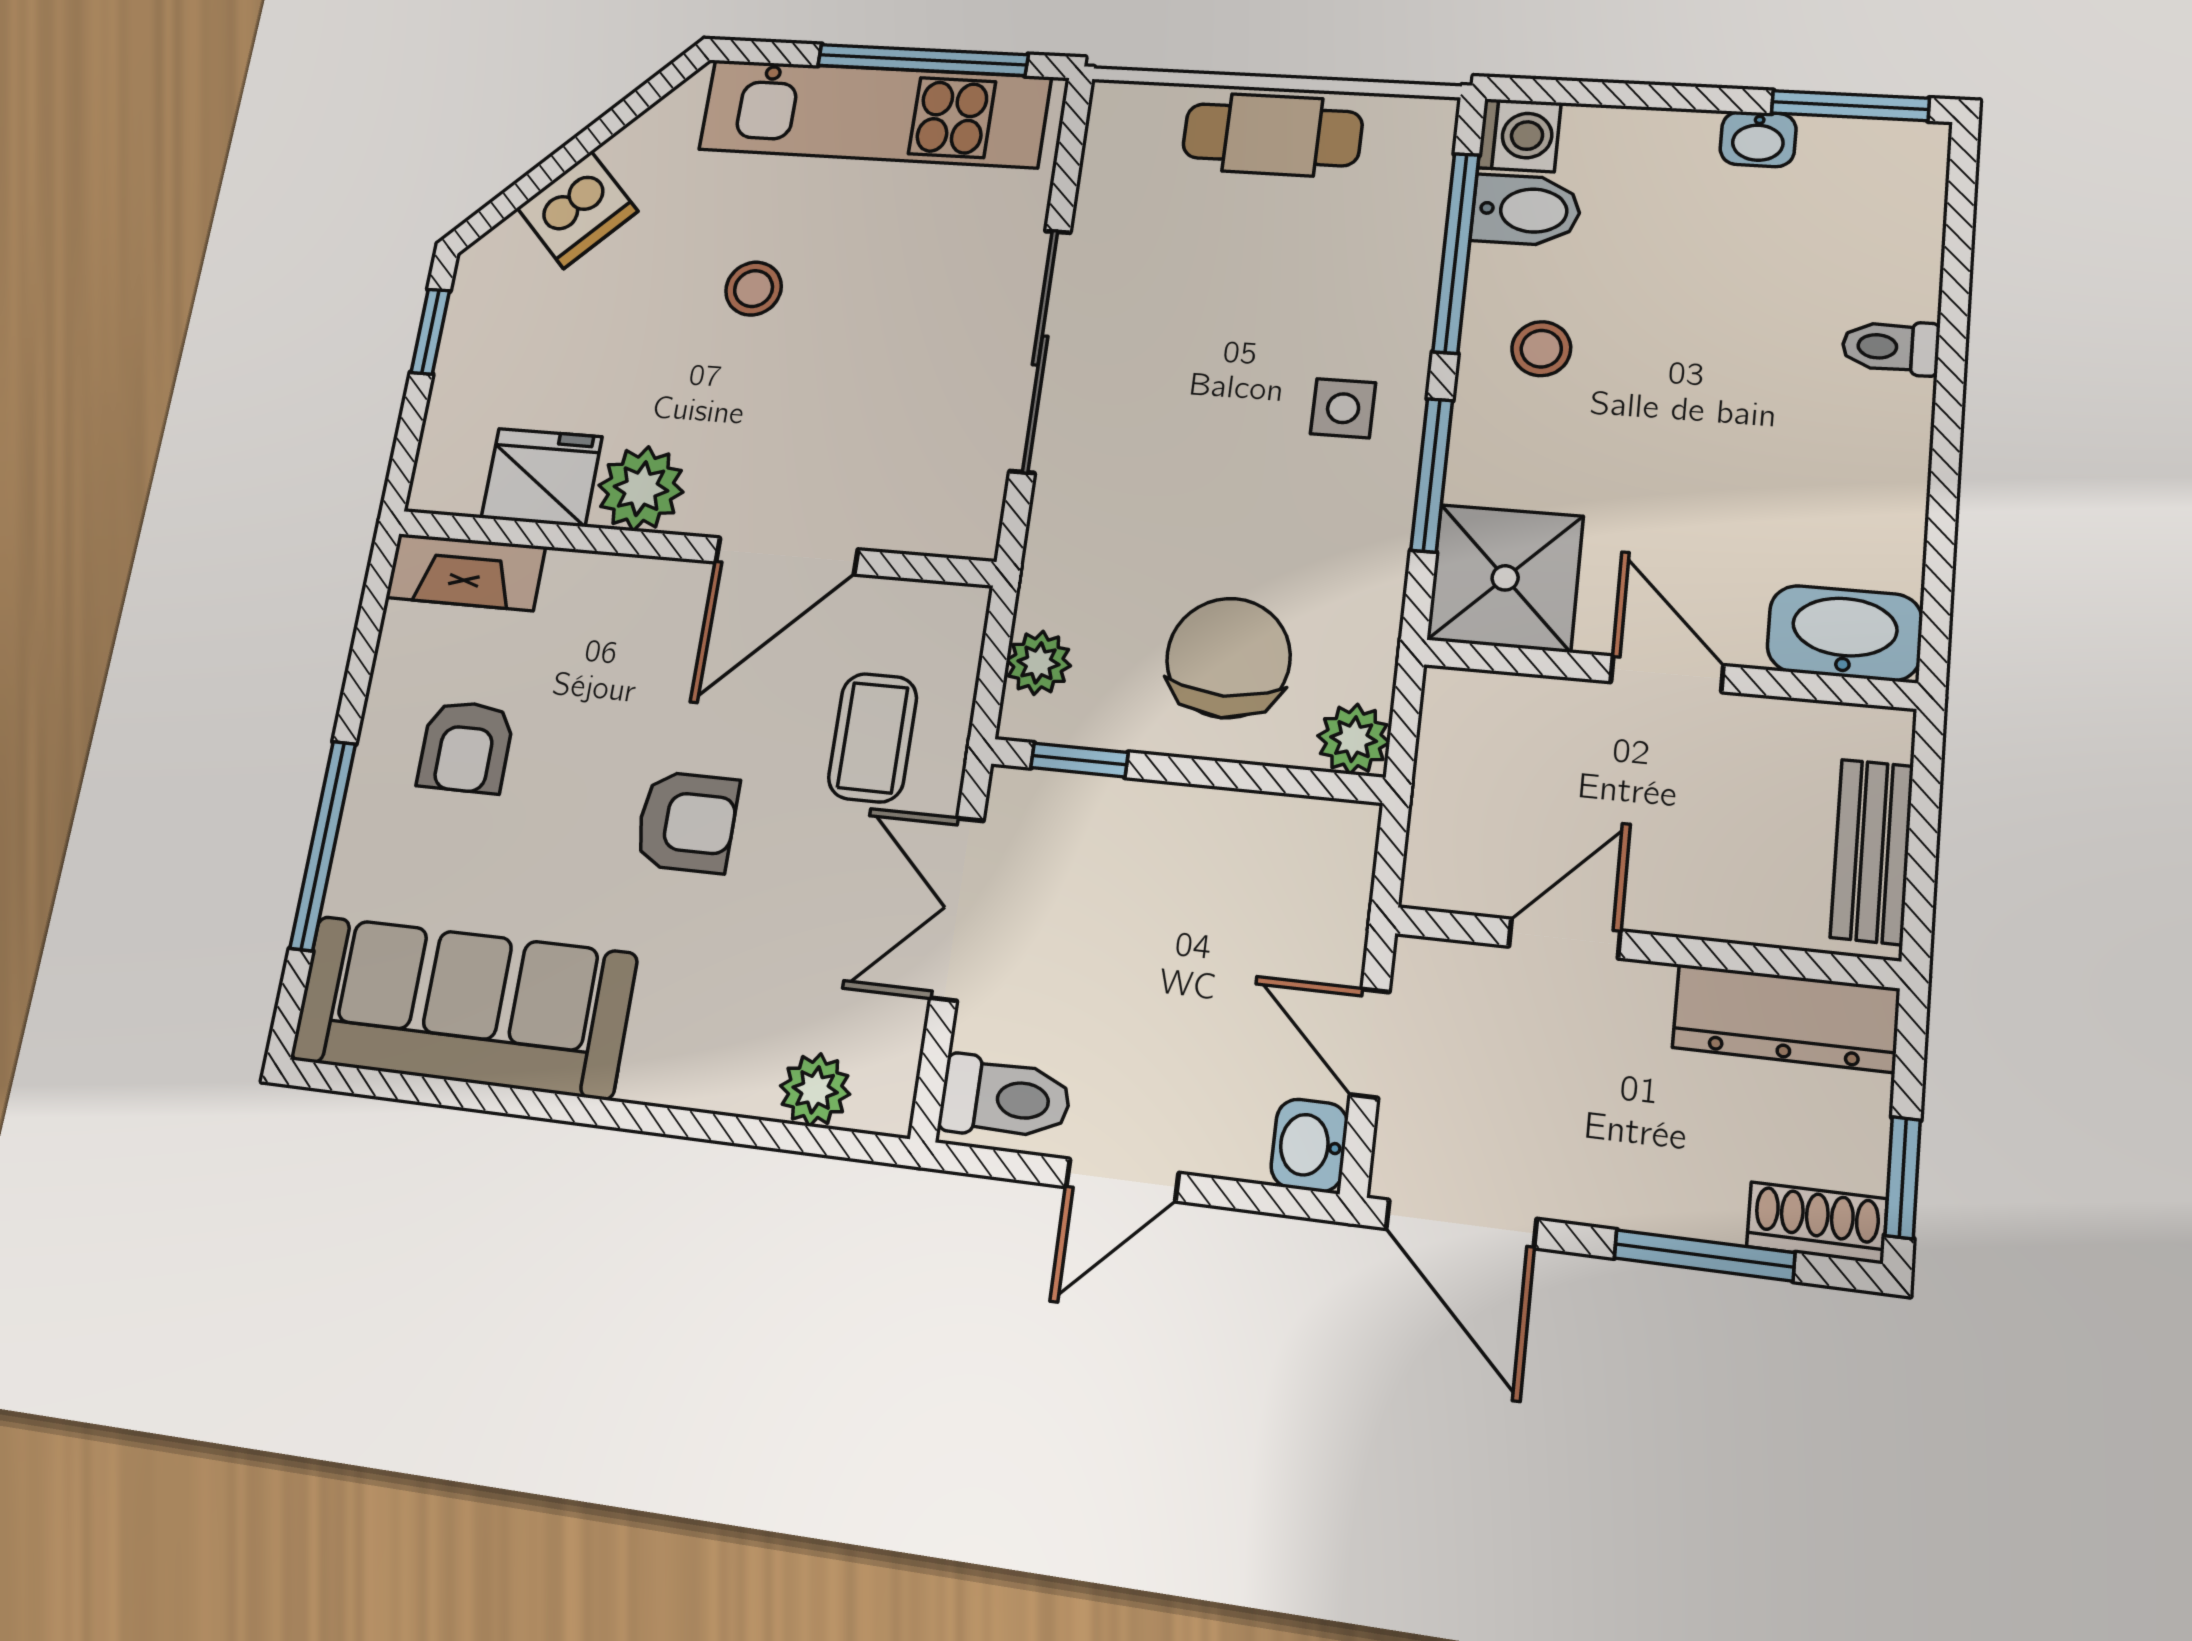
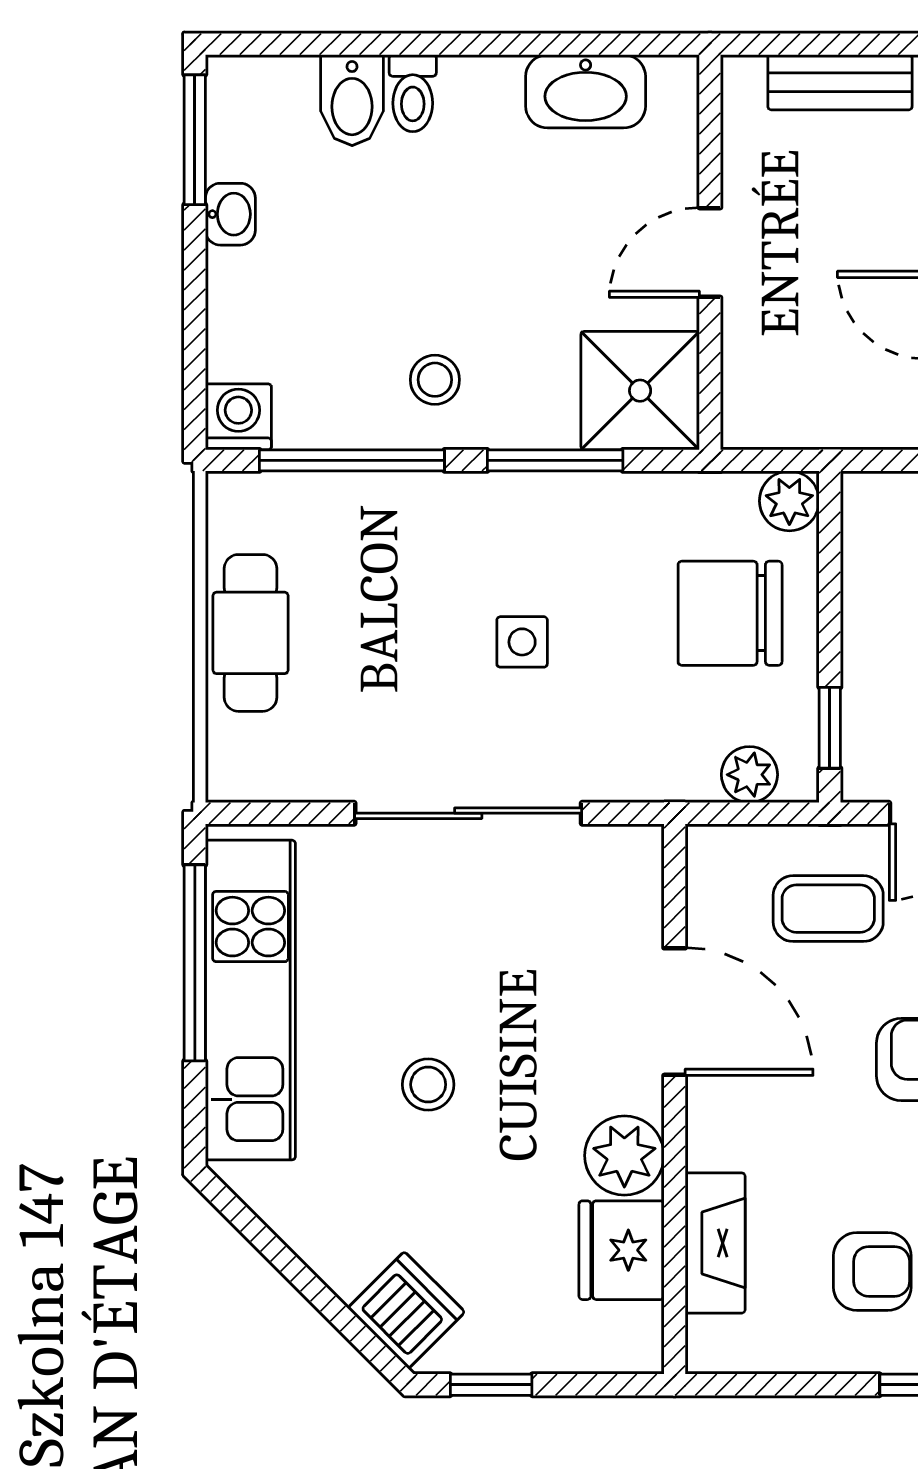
dishwasher: (577, 210) -> (406, 1310), moved
bidet: (1526, 210) -> (352, 100), moved, turned 180
side table: (1343, 408) -> (522, 642), moved
fireplace: (466, 572) -> (715, 1243), moved
washbasin: (1845, 633) -> (586, 91), moved, turned -90

